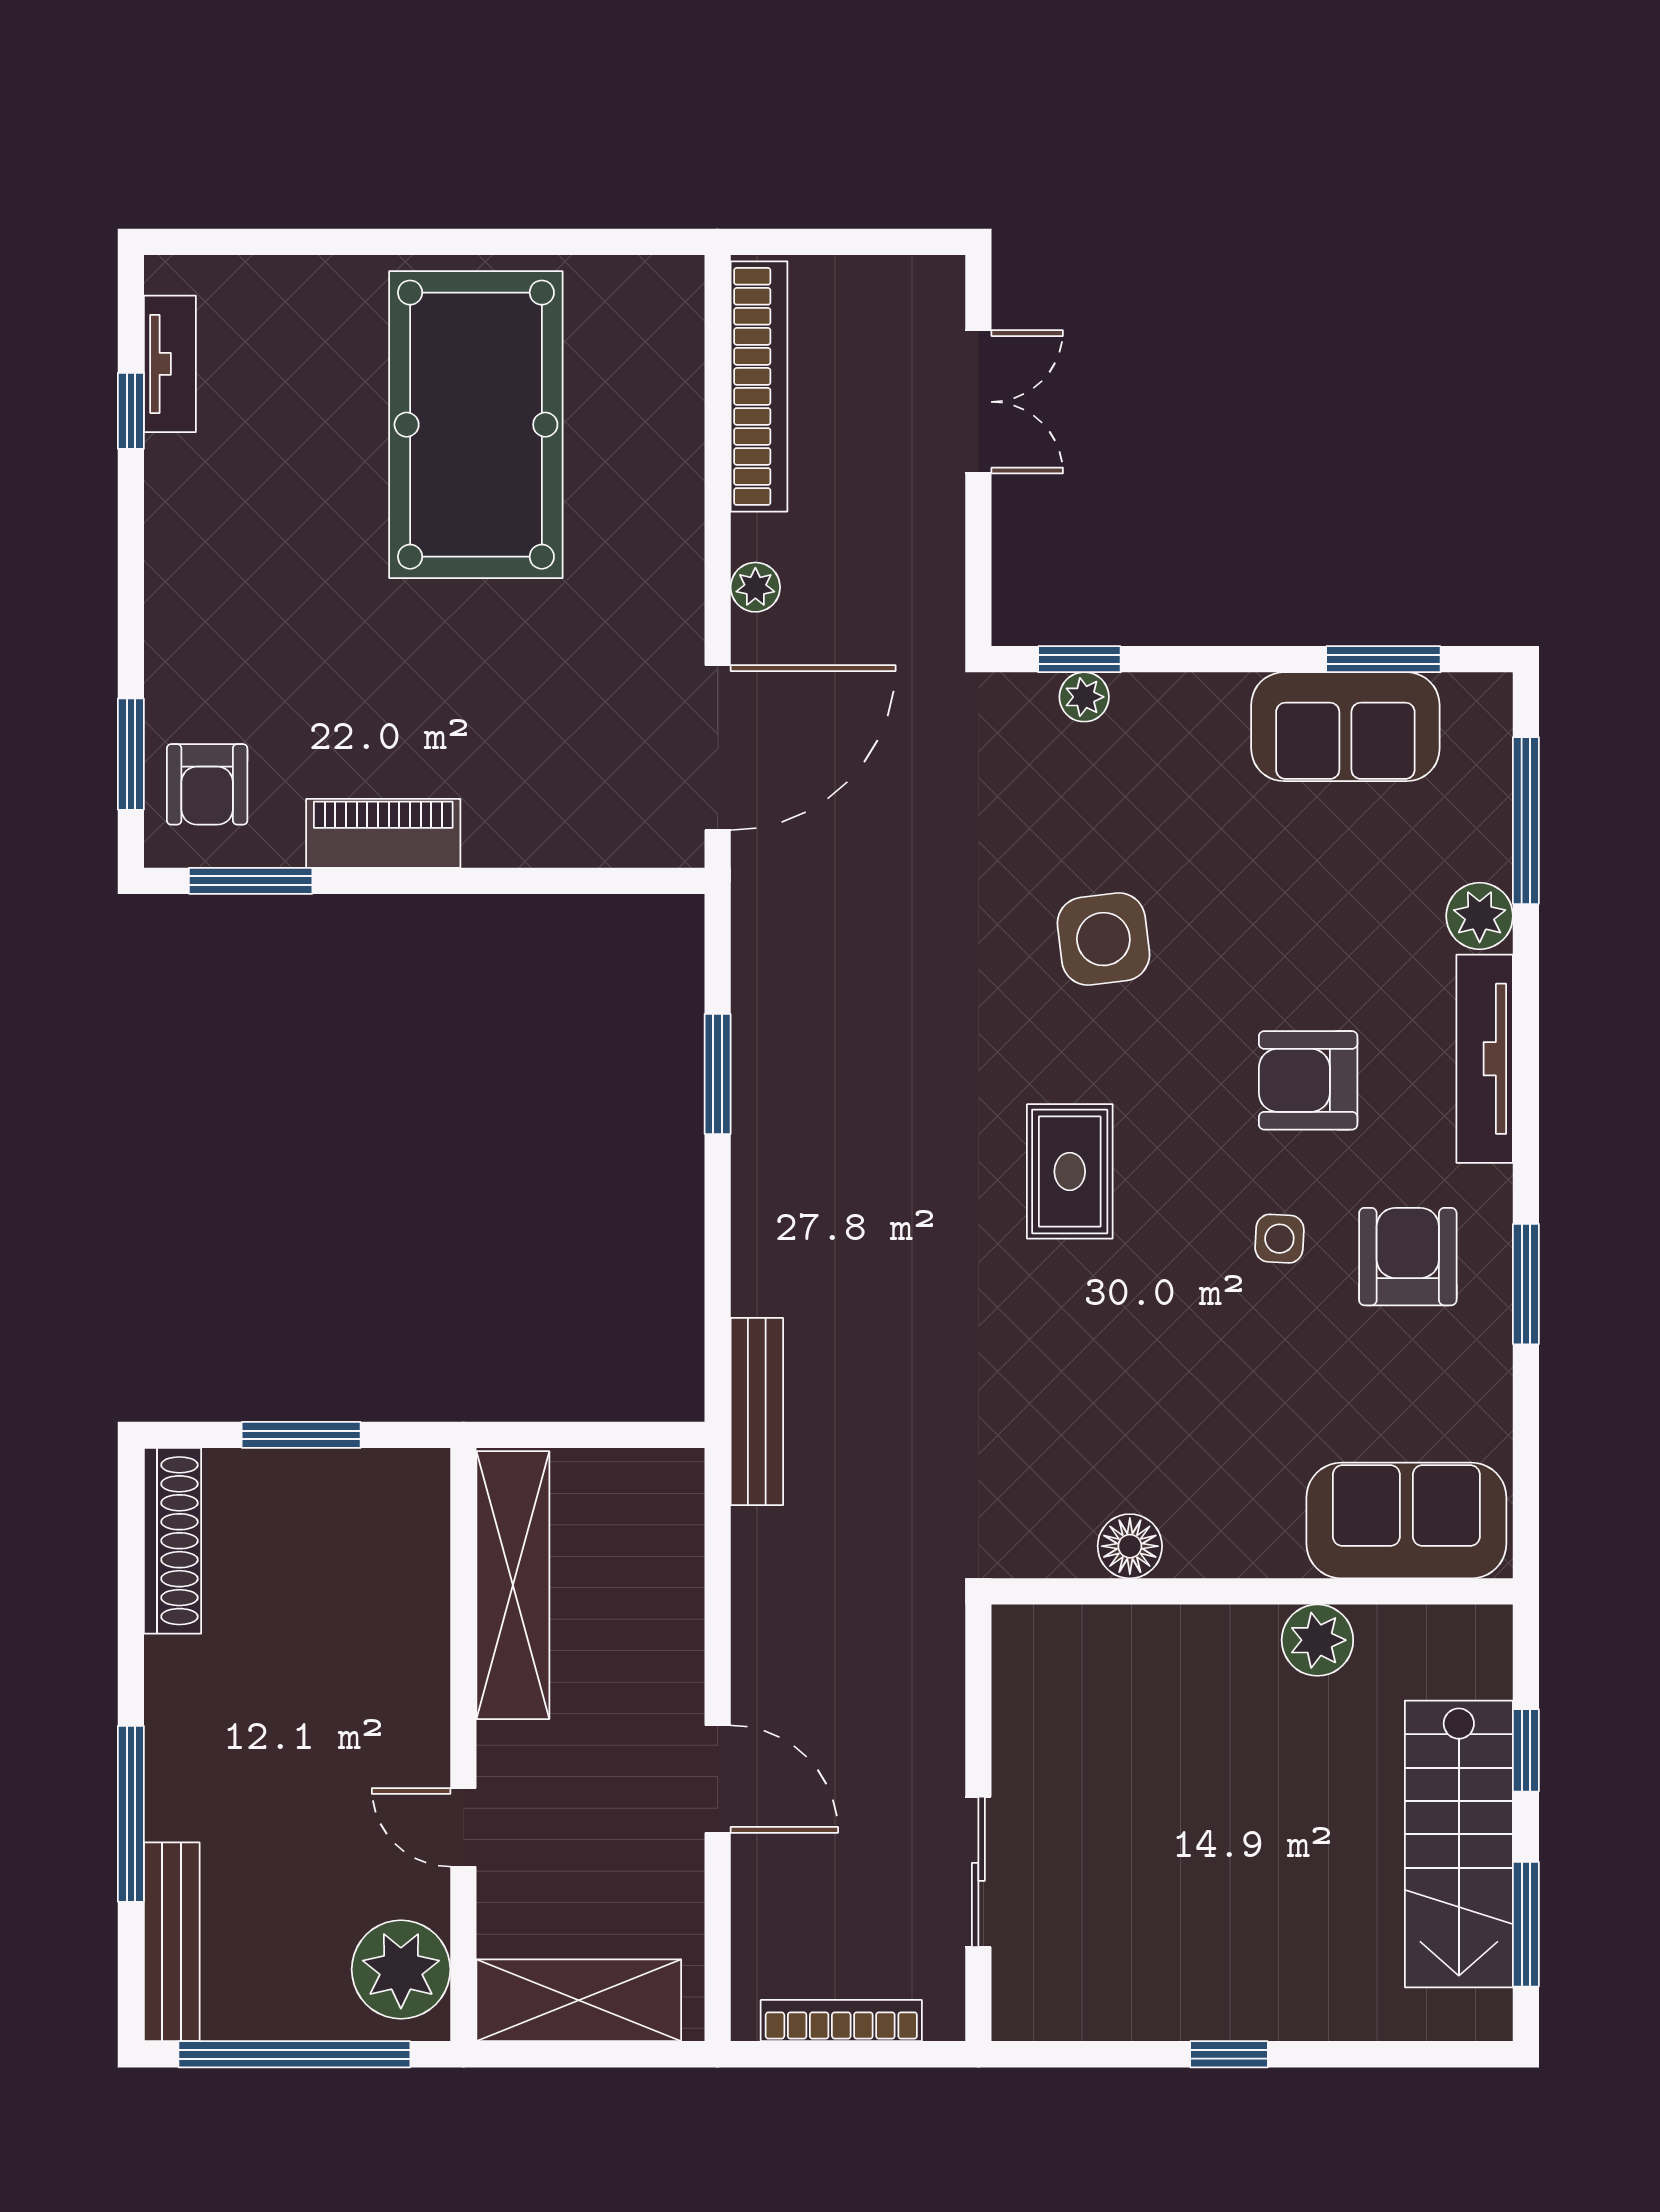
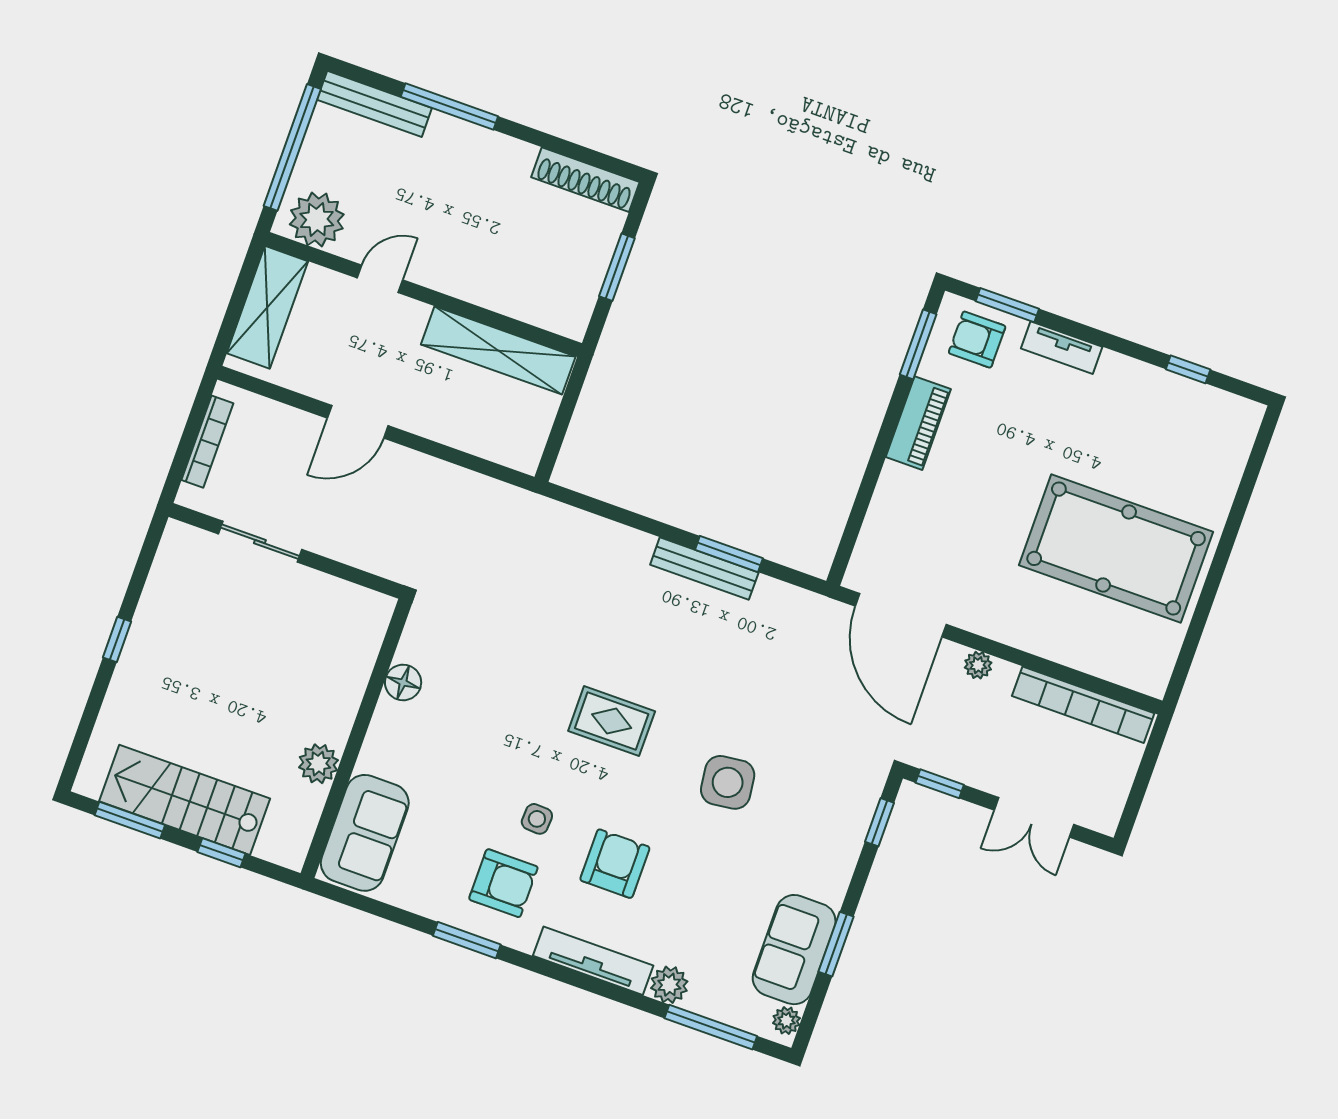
tv unit: (170, 364) -> (1062, 348), moved
window: (978, 581) -> (940, 784), added
window: (1383, 659) -> (836, 944), moved
plant: (1084, 697) -> (786, 1021), moved
bench: (757, 1411) -> (704, 569), moved

